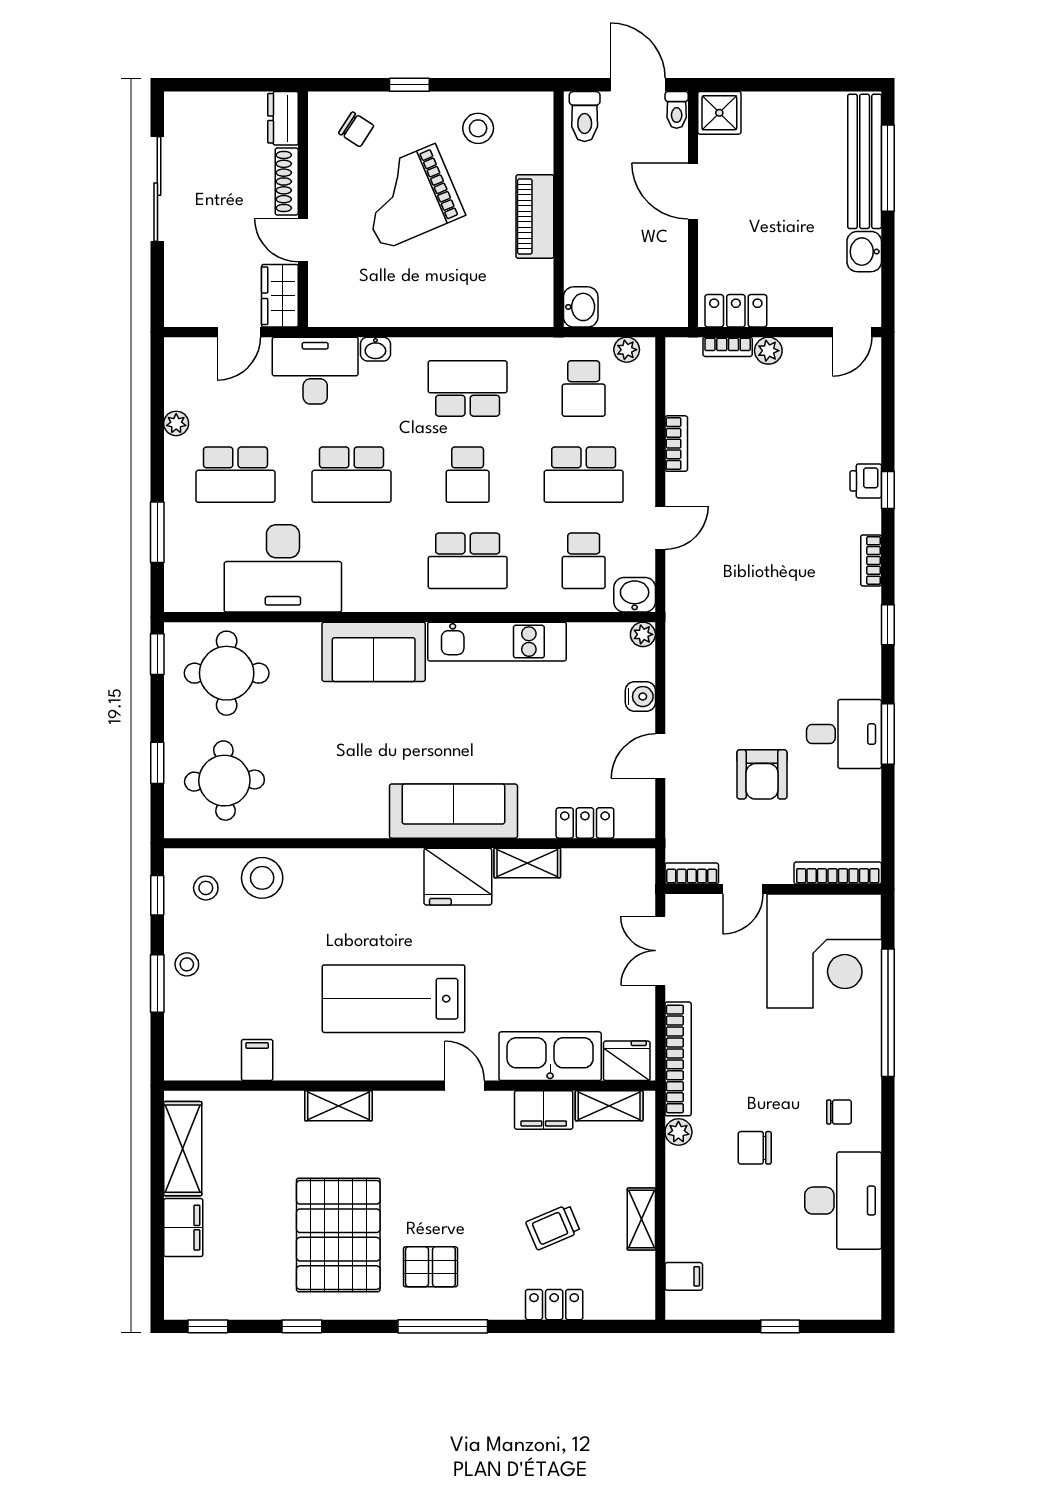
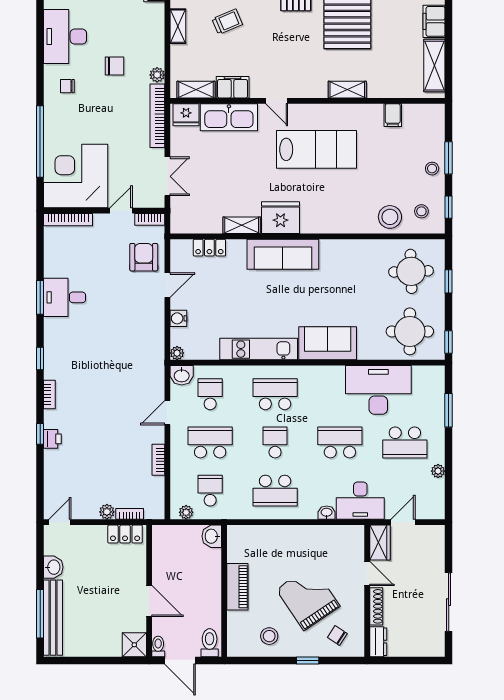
grand piano: (409, 197) -> (308, 598), turned -101
school desk: (235, 475) -> (405, 442), turned 180
armchair: (762, 774) -> (144, 257), moved

